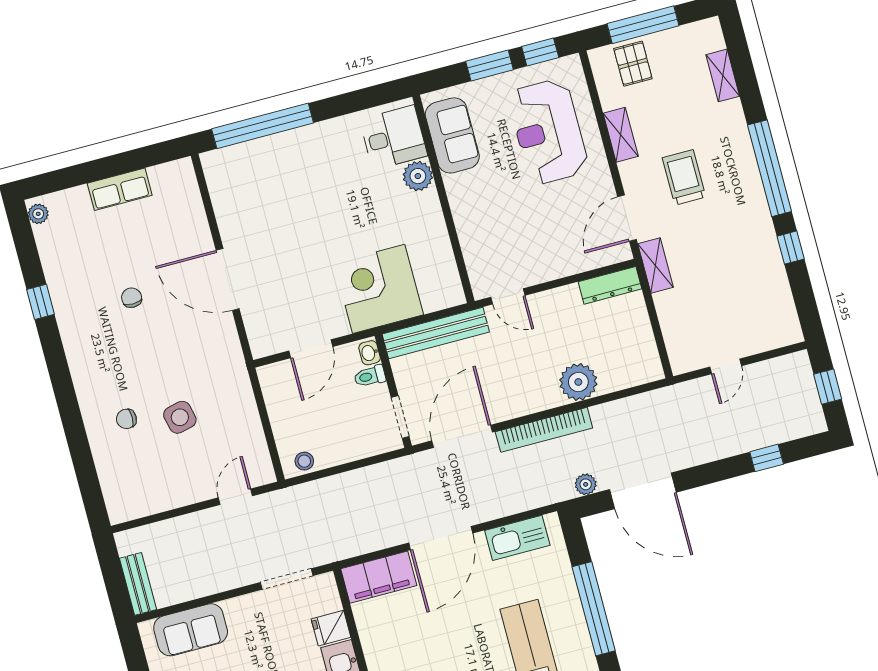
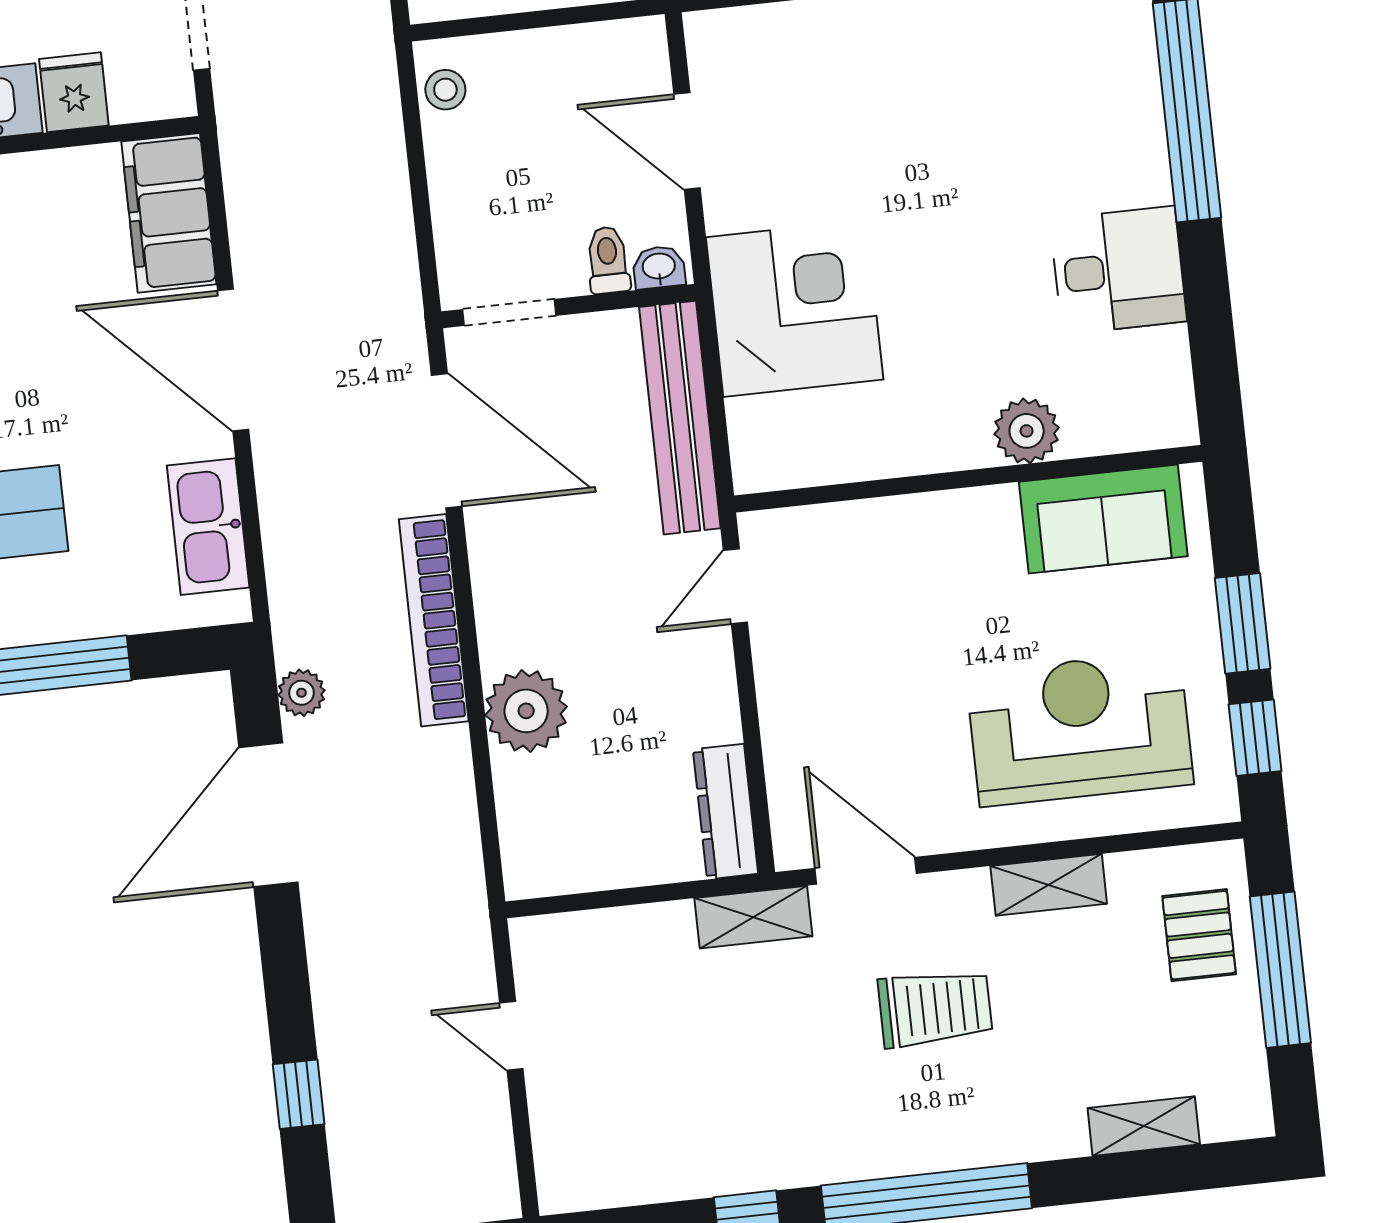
pallet: (633, 64) -> (1199, 935), turned 90
desk: (393, 137) -> (1118, 270), moved, turned -90

